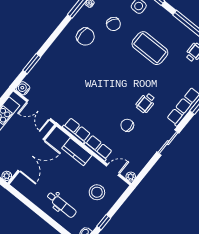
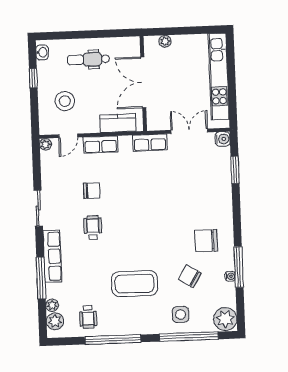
row of seats: (77, 131) -> (150, 143), moved
wall: (32, 154) -> (143, 84), moved
double door: (31, 155) -> (143, 82), moved

